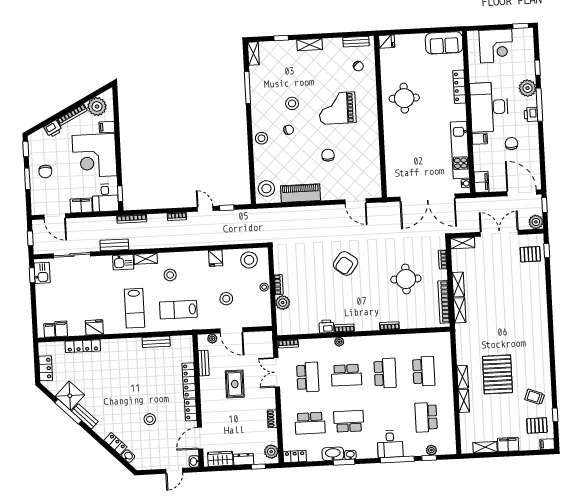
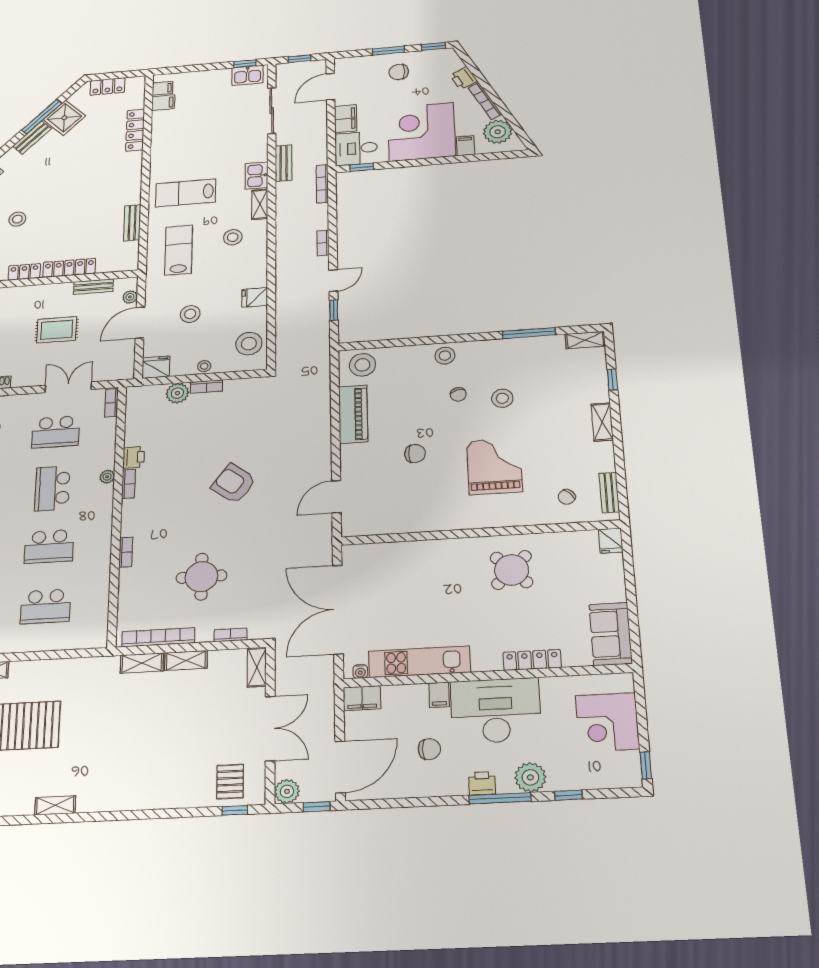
round table: (404, 98) -> (512, 570), turned 45
fridge: (94, 327) -> (156, 367), moved, turned -90
shelving: (463, 377) -> (55, 805), moved

